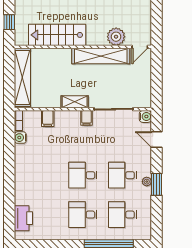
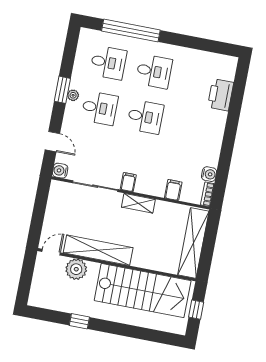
stairs: (57, 35) -> (143, 291), width x1.36, depth x1.51
printer: (23, 218) -> (221, 95), moved

